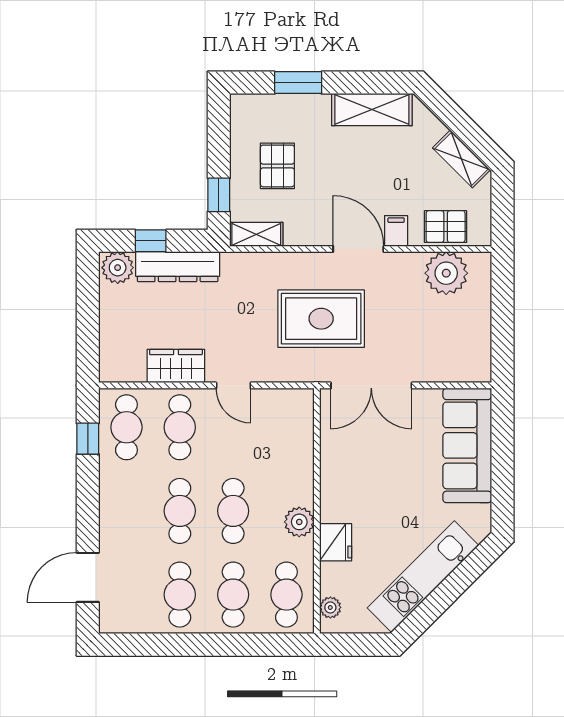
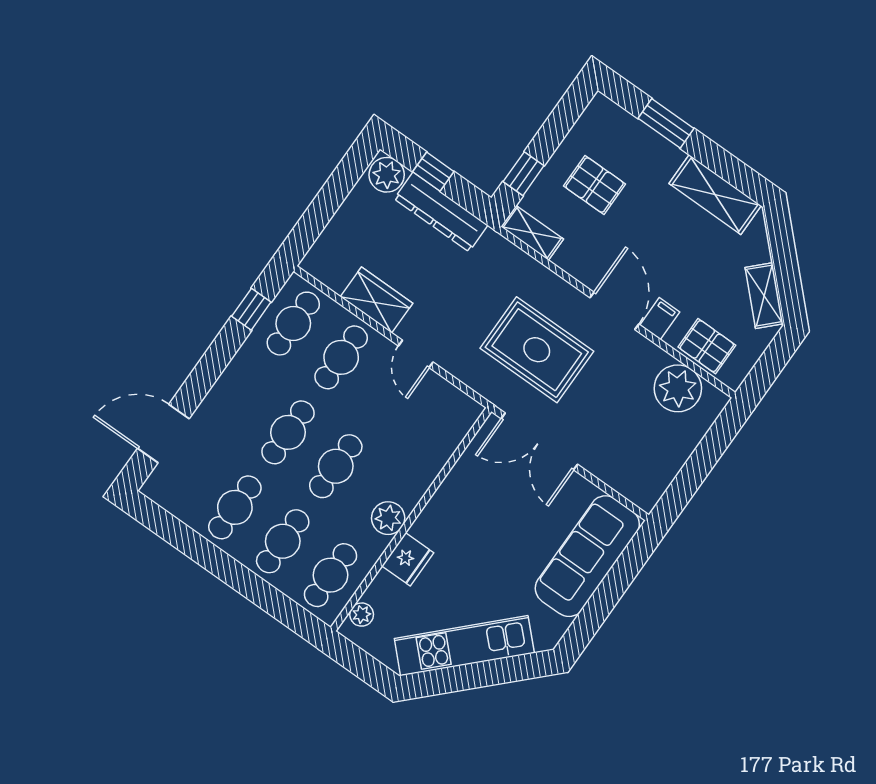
pallet: (277, 166) -> (595, 185), turned 90

